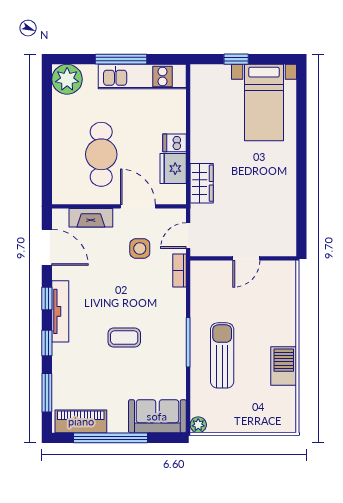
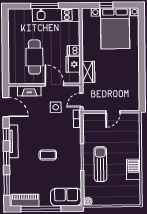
plant: (67, 79) -> (16, 17), removed
bed with nightstands: (264, 102) -> (115, 28), width x1.36

